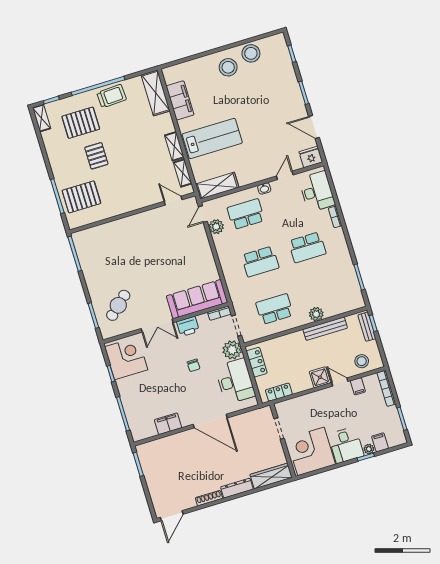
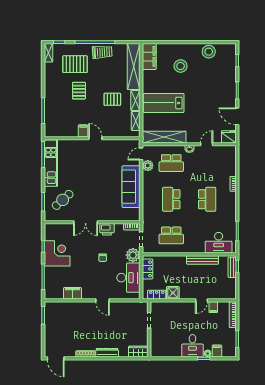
stool: (228, 67) -> (181, 66), moved
shelving: (156, 93) -> (134, 66), width x1.47
filing cabinet: (180, 100) -> (149, 56), moved
lab bench: (212, 138) -> (164, 103), turned 180
shelving: (217, 186) -> (164, 137), width x1.47
desk: (317, 192) -> (219, 243), moved, turned 90
pallet: (81, 197) -> (112, 99), moved, width x0.67, depth x0.71
door: (173, 201) -> (95, 138), moved
filing cabinet: (118, 207) -> (83, 131), added
school desk: (246, 214) -> (171, 163), turned 180
school desk: (307, 247) -> (207, 199), turned -90
kitchen unit: (88, 262) -> (51, 163), added
school desk: (260, 262) -> (171, 199), turned 90
sofa: (197, 299) -> (131, 187), moved, turned -90
school desk: (275, 309) -> (171, 235), turned 180
plant: (316, 314) -> (199, 248), removed
corner desk: (126, 358) -> (57, 253), moved
stool: (362, 361) -> (221, 290), removed
shower: (320, 377) -> (173, 293), moved
door: (340, 382) -> (202, 300), swing flipped
door: (210, 421) -> (103, 300), width x0.53
corner desk: (311, 451) -> (167, 343), removed
wardrobe: (271, 476) -> (138, 352), width x0.67
door: (172, 516) -> (56, 358), hinge flipped

